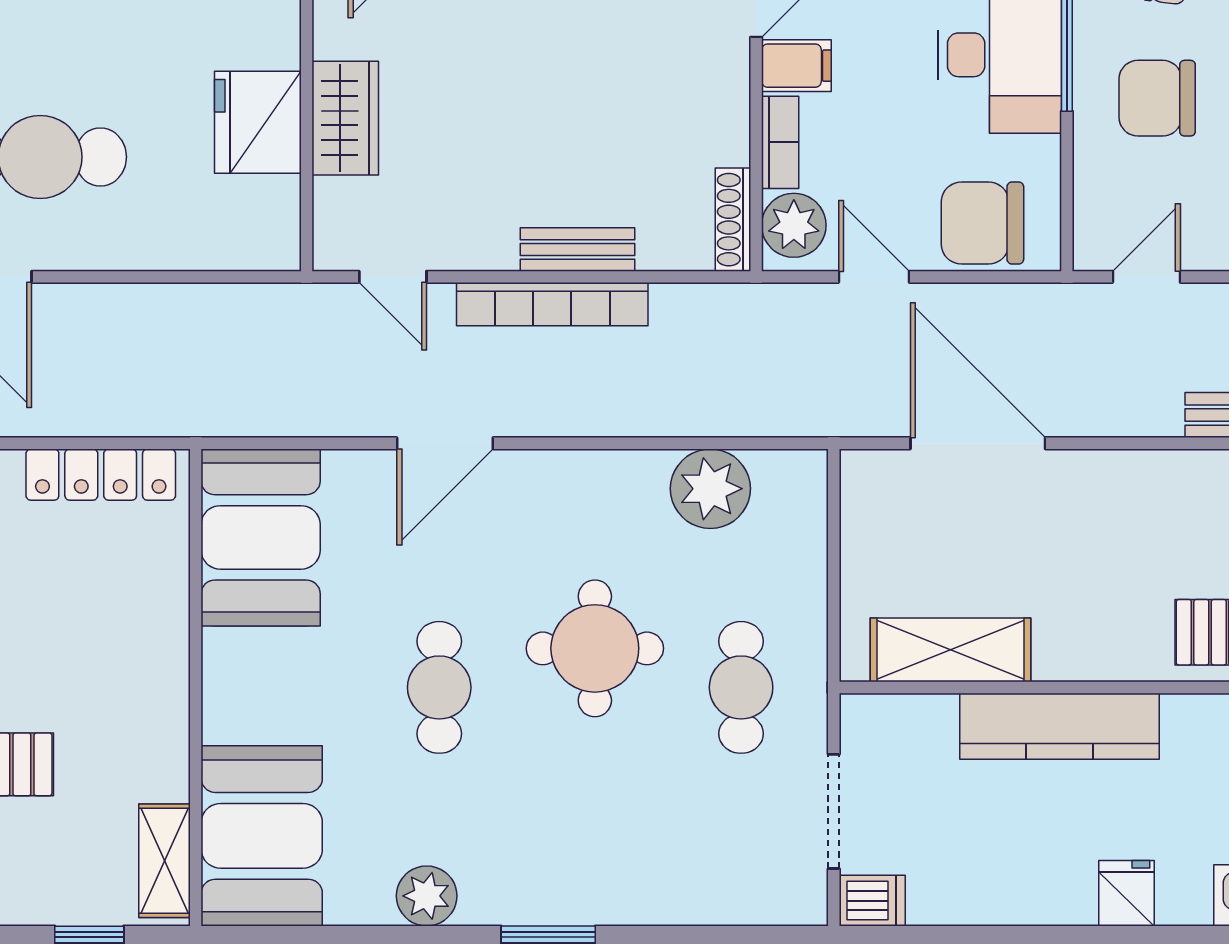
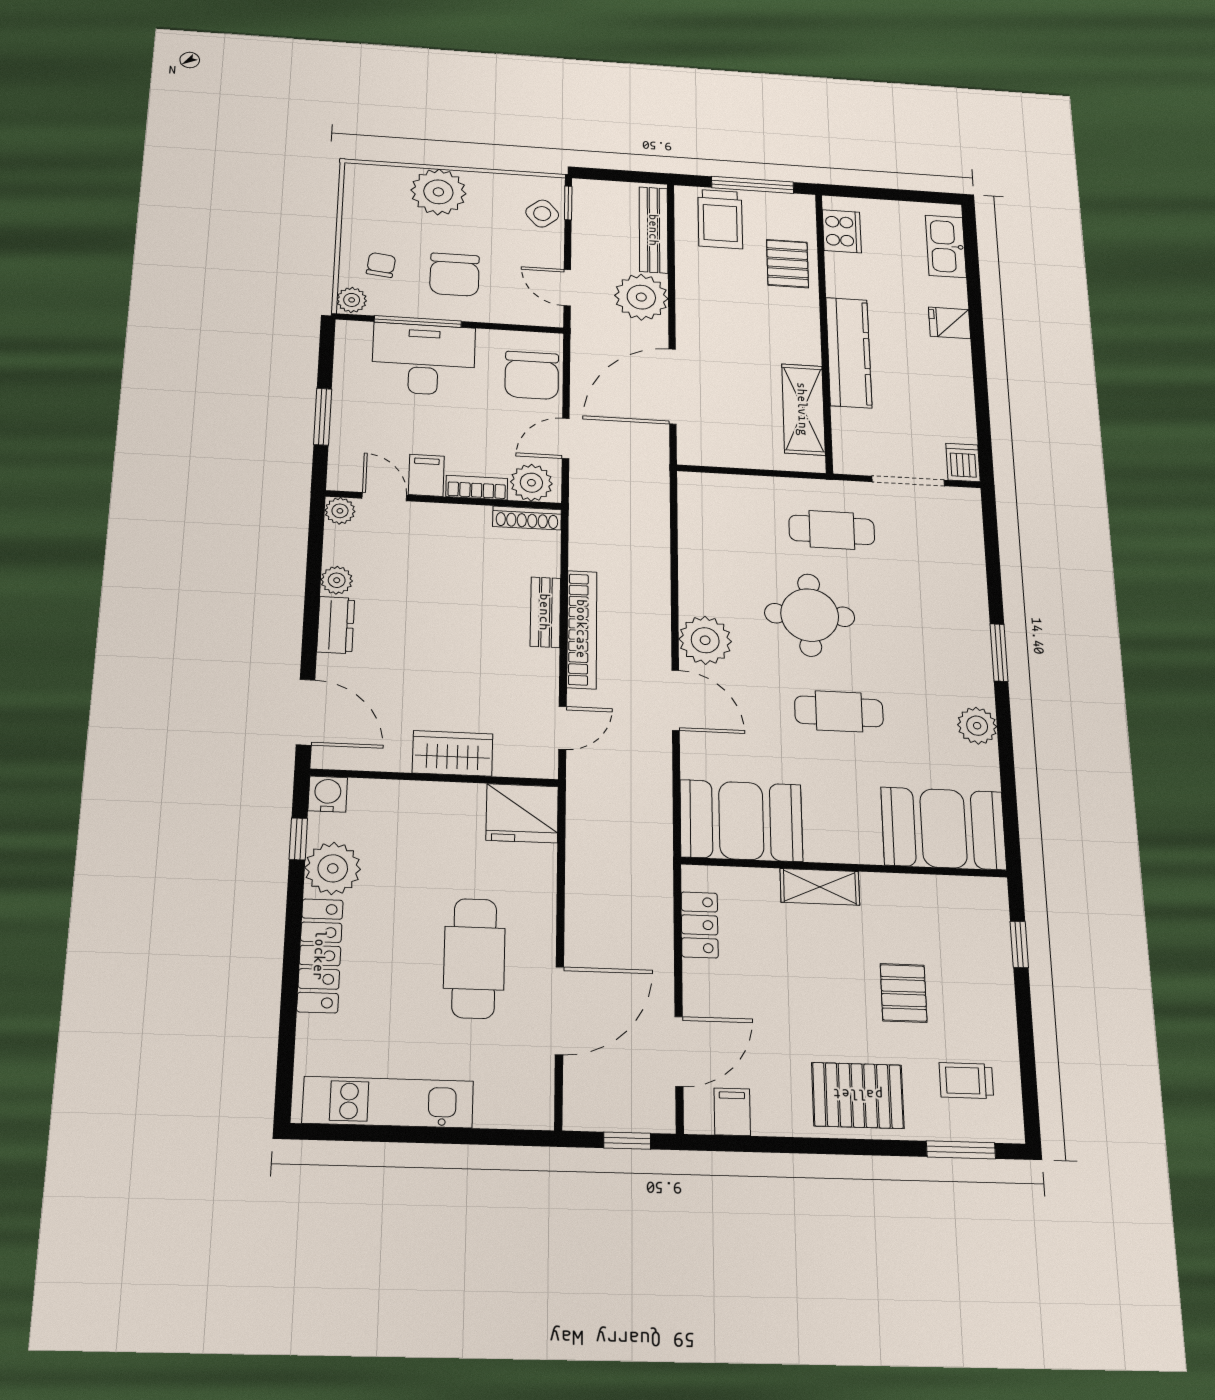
fridge: (258, 122) -> (522, 813), moved
plant: (1138, 395) -> (641, 297), added
locker: (101, 475) -> (700, 925), width x0.66
plant: (710, 489) -> (705, 640), moved
shelving: (164, 861) -> (820, 887), moved

